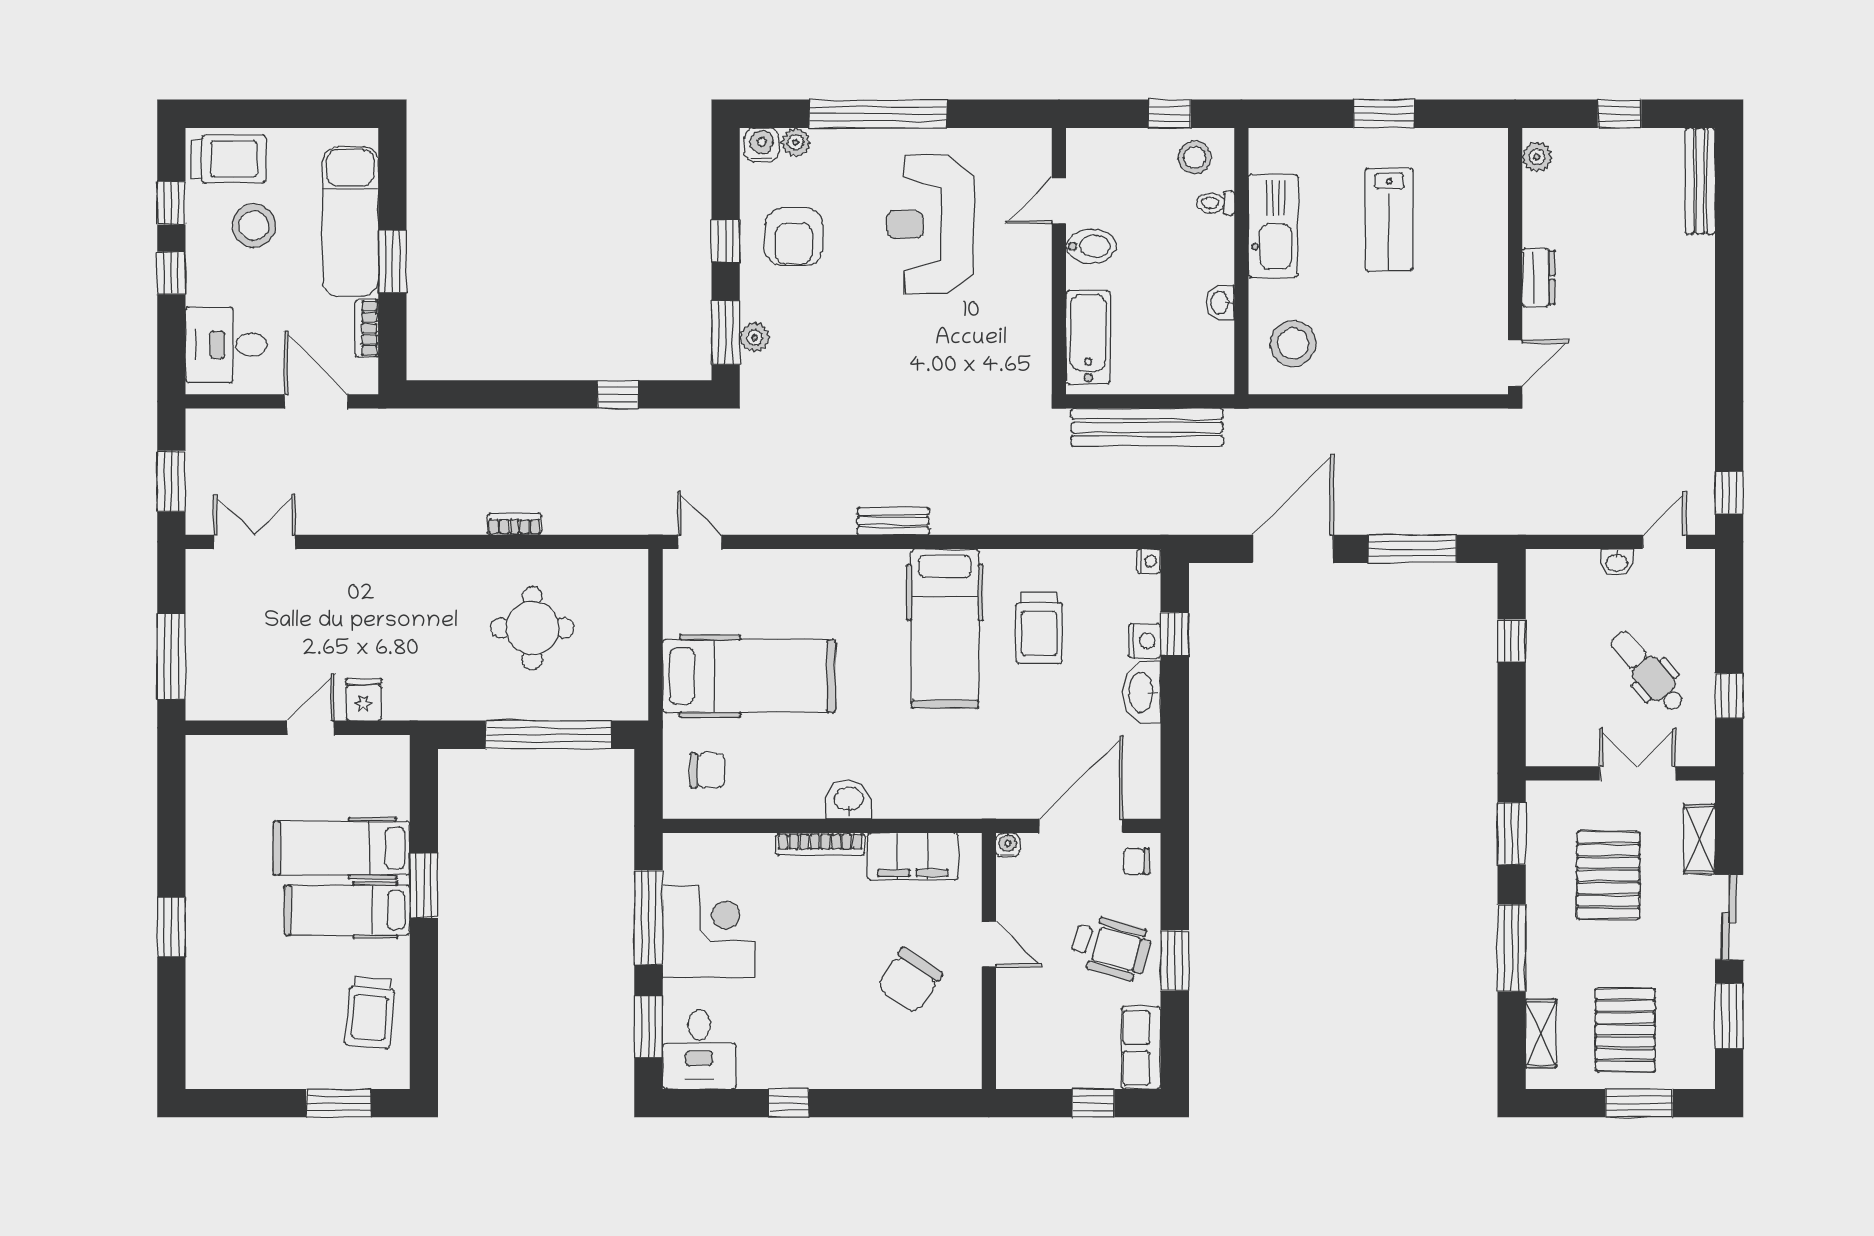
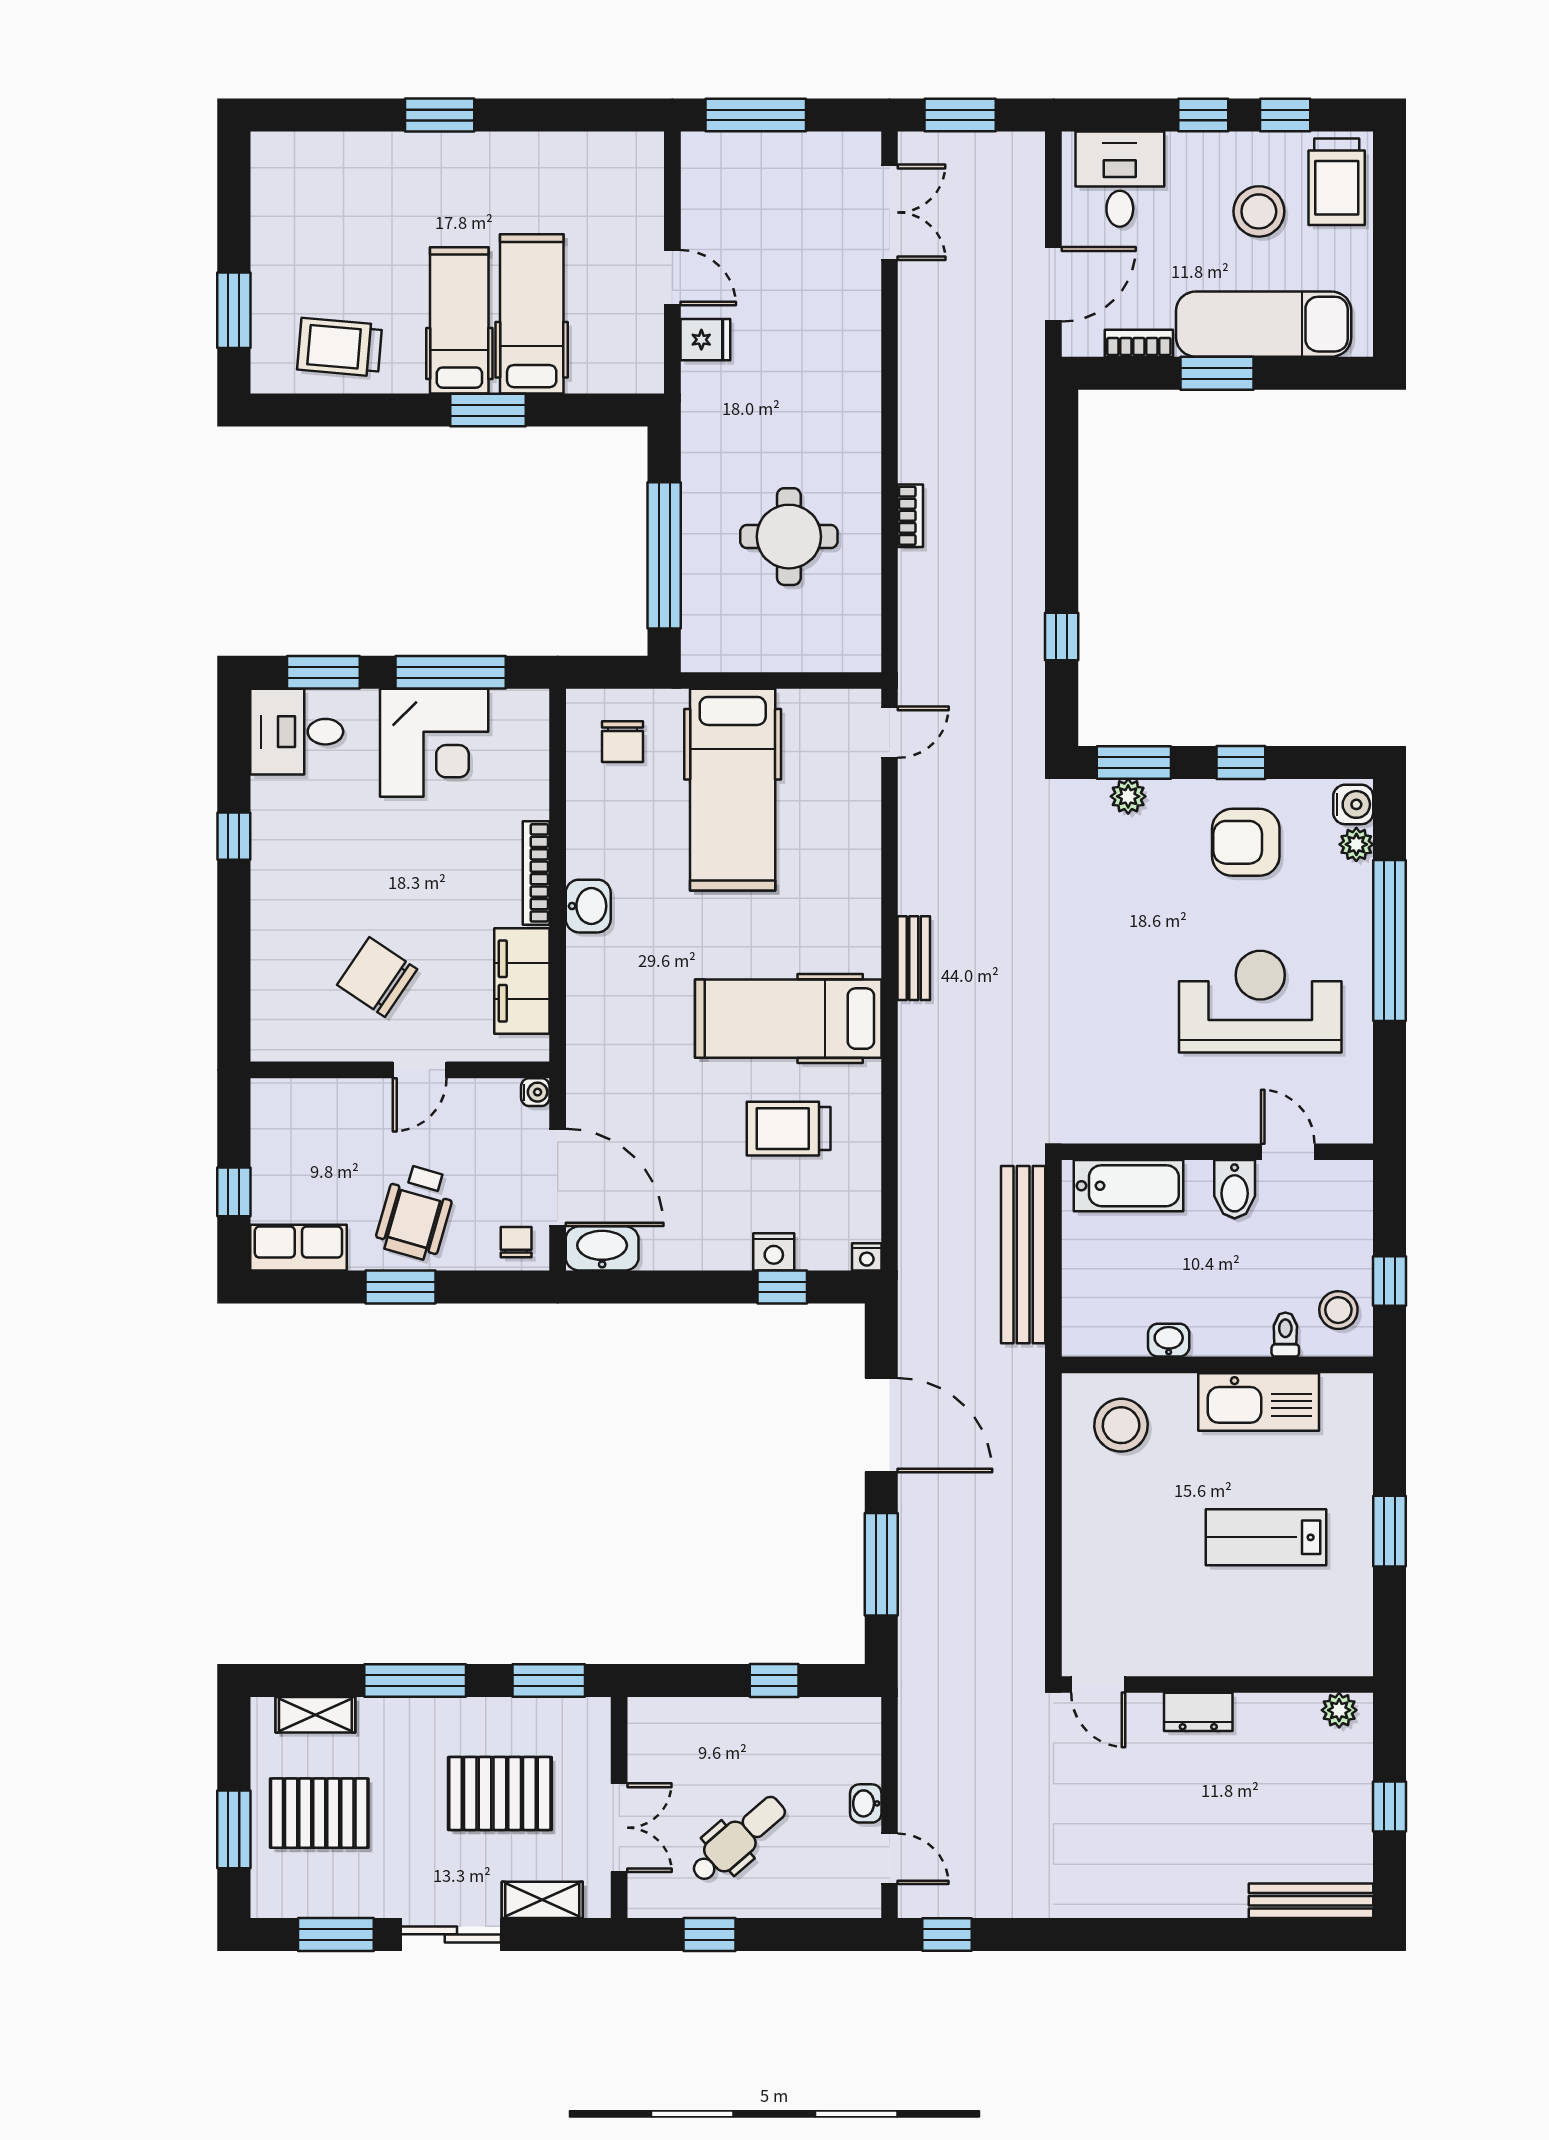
washbasin: (1142, 692) -> (602, 1248), moved

